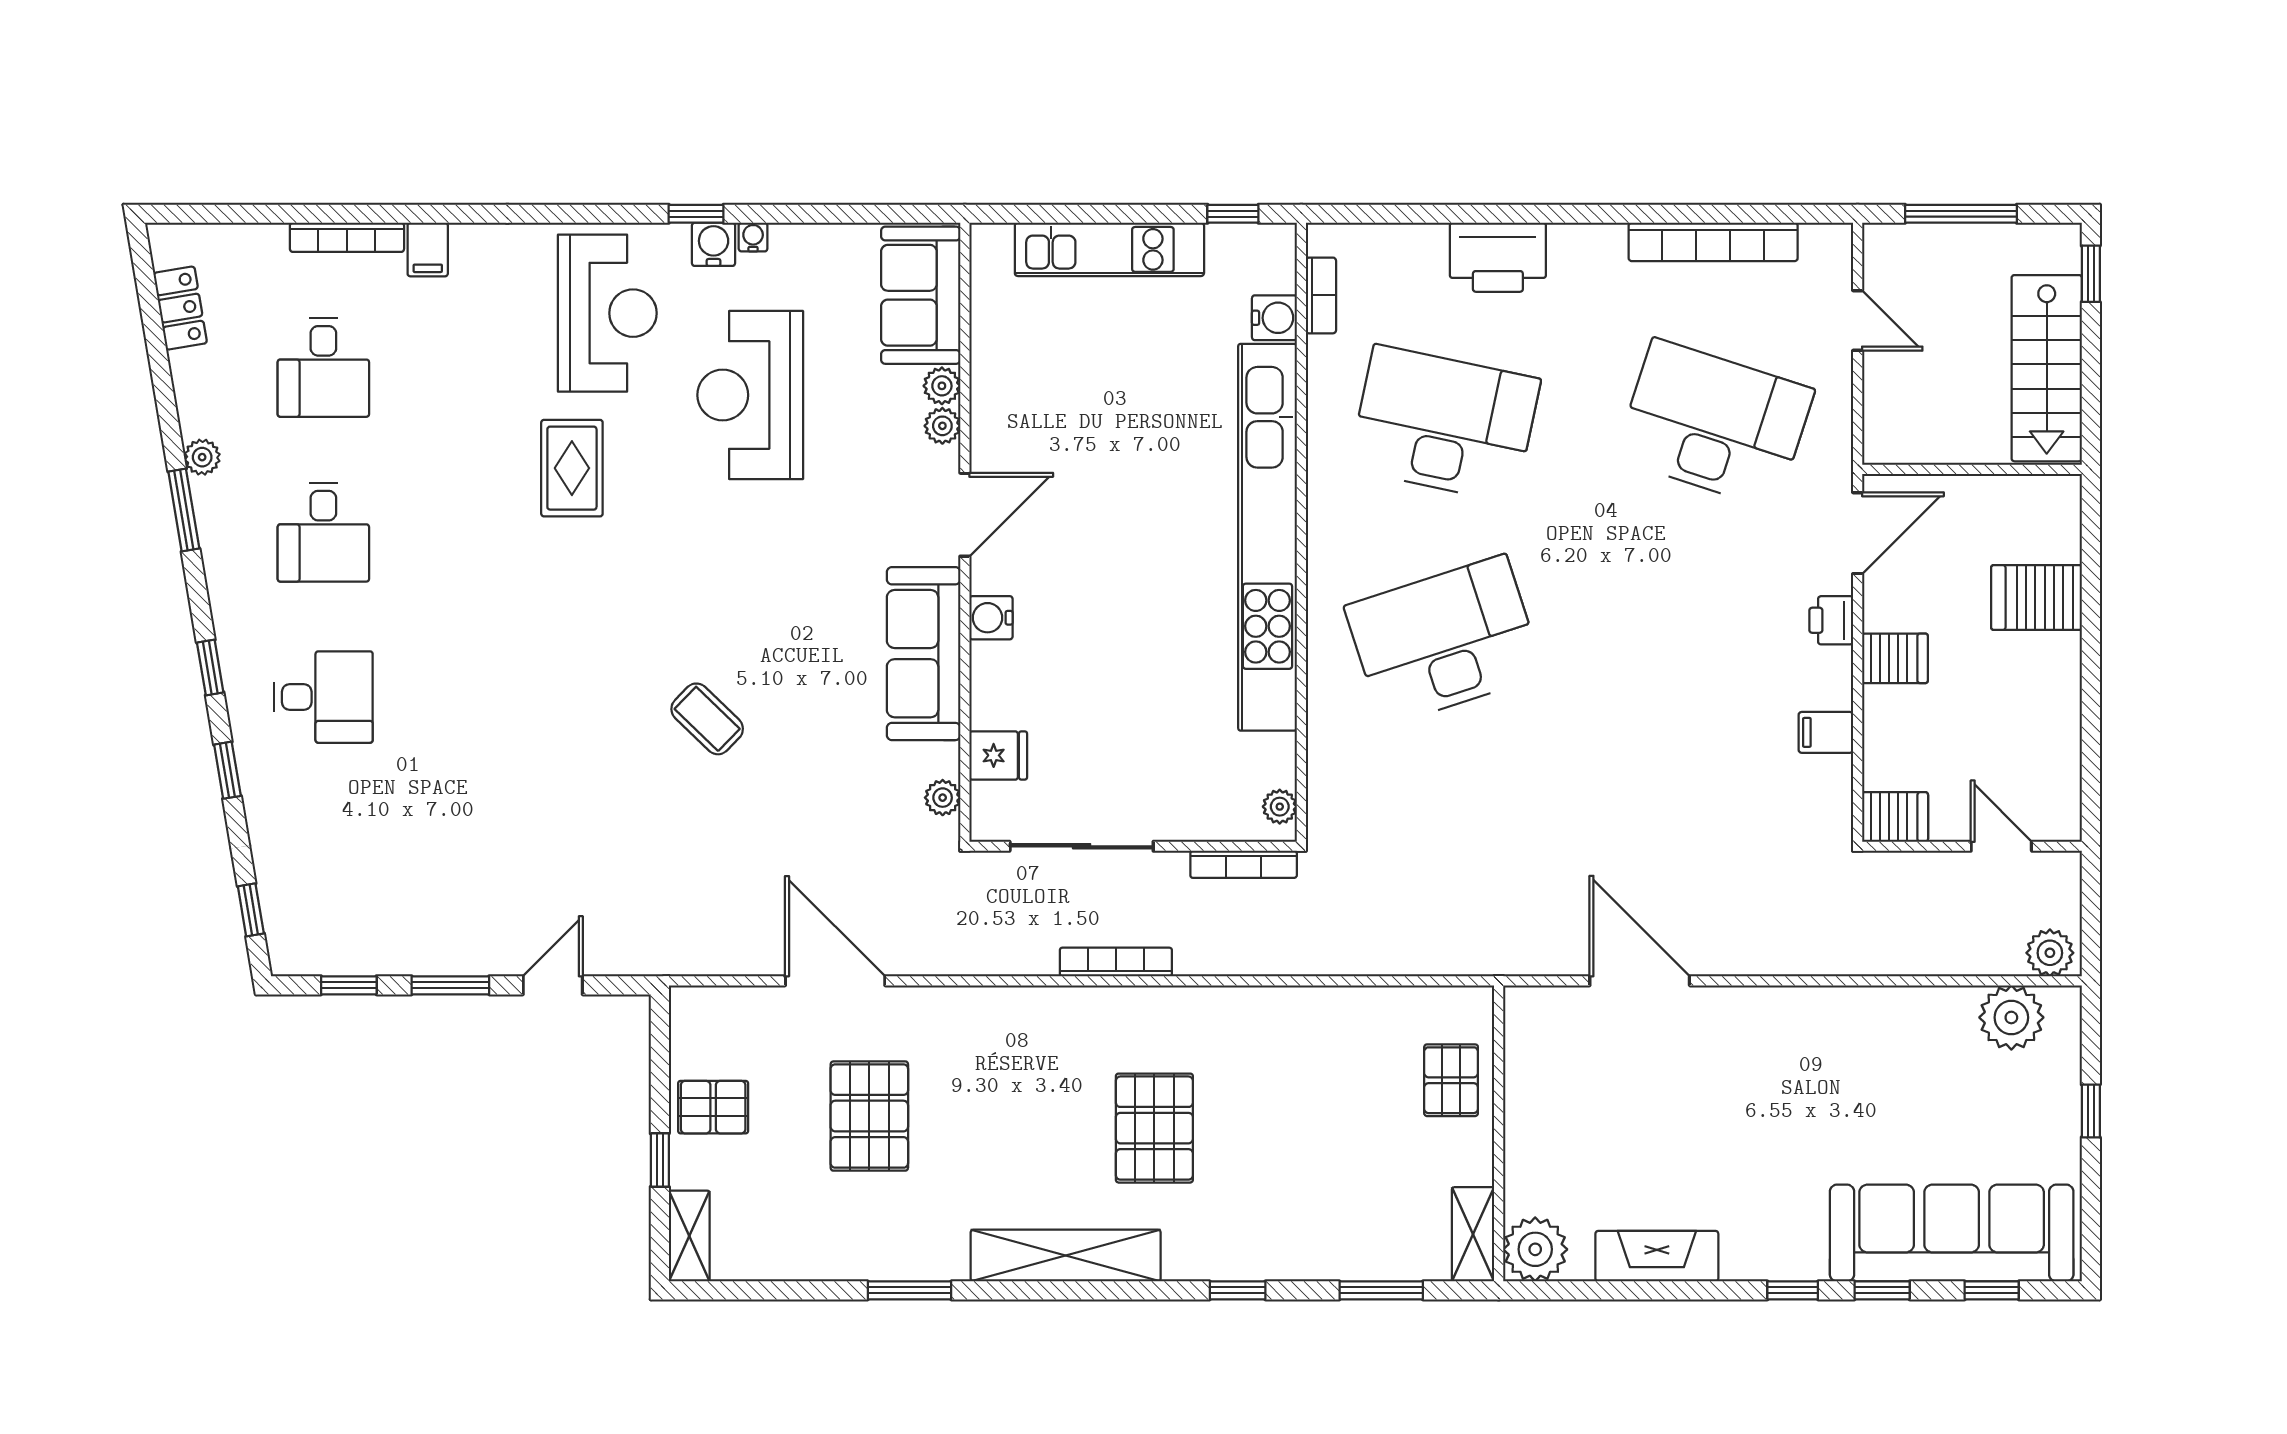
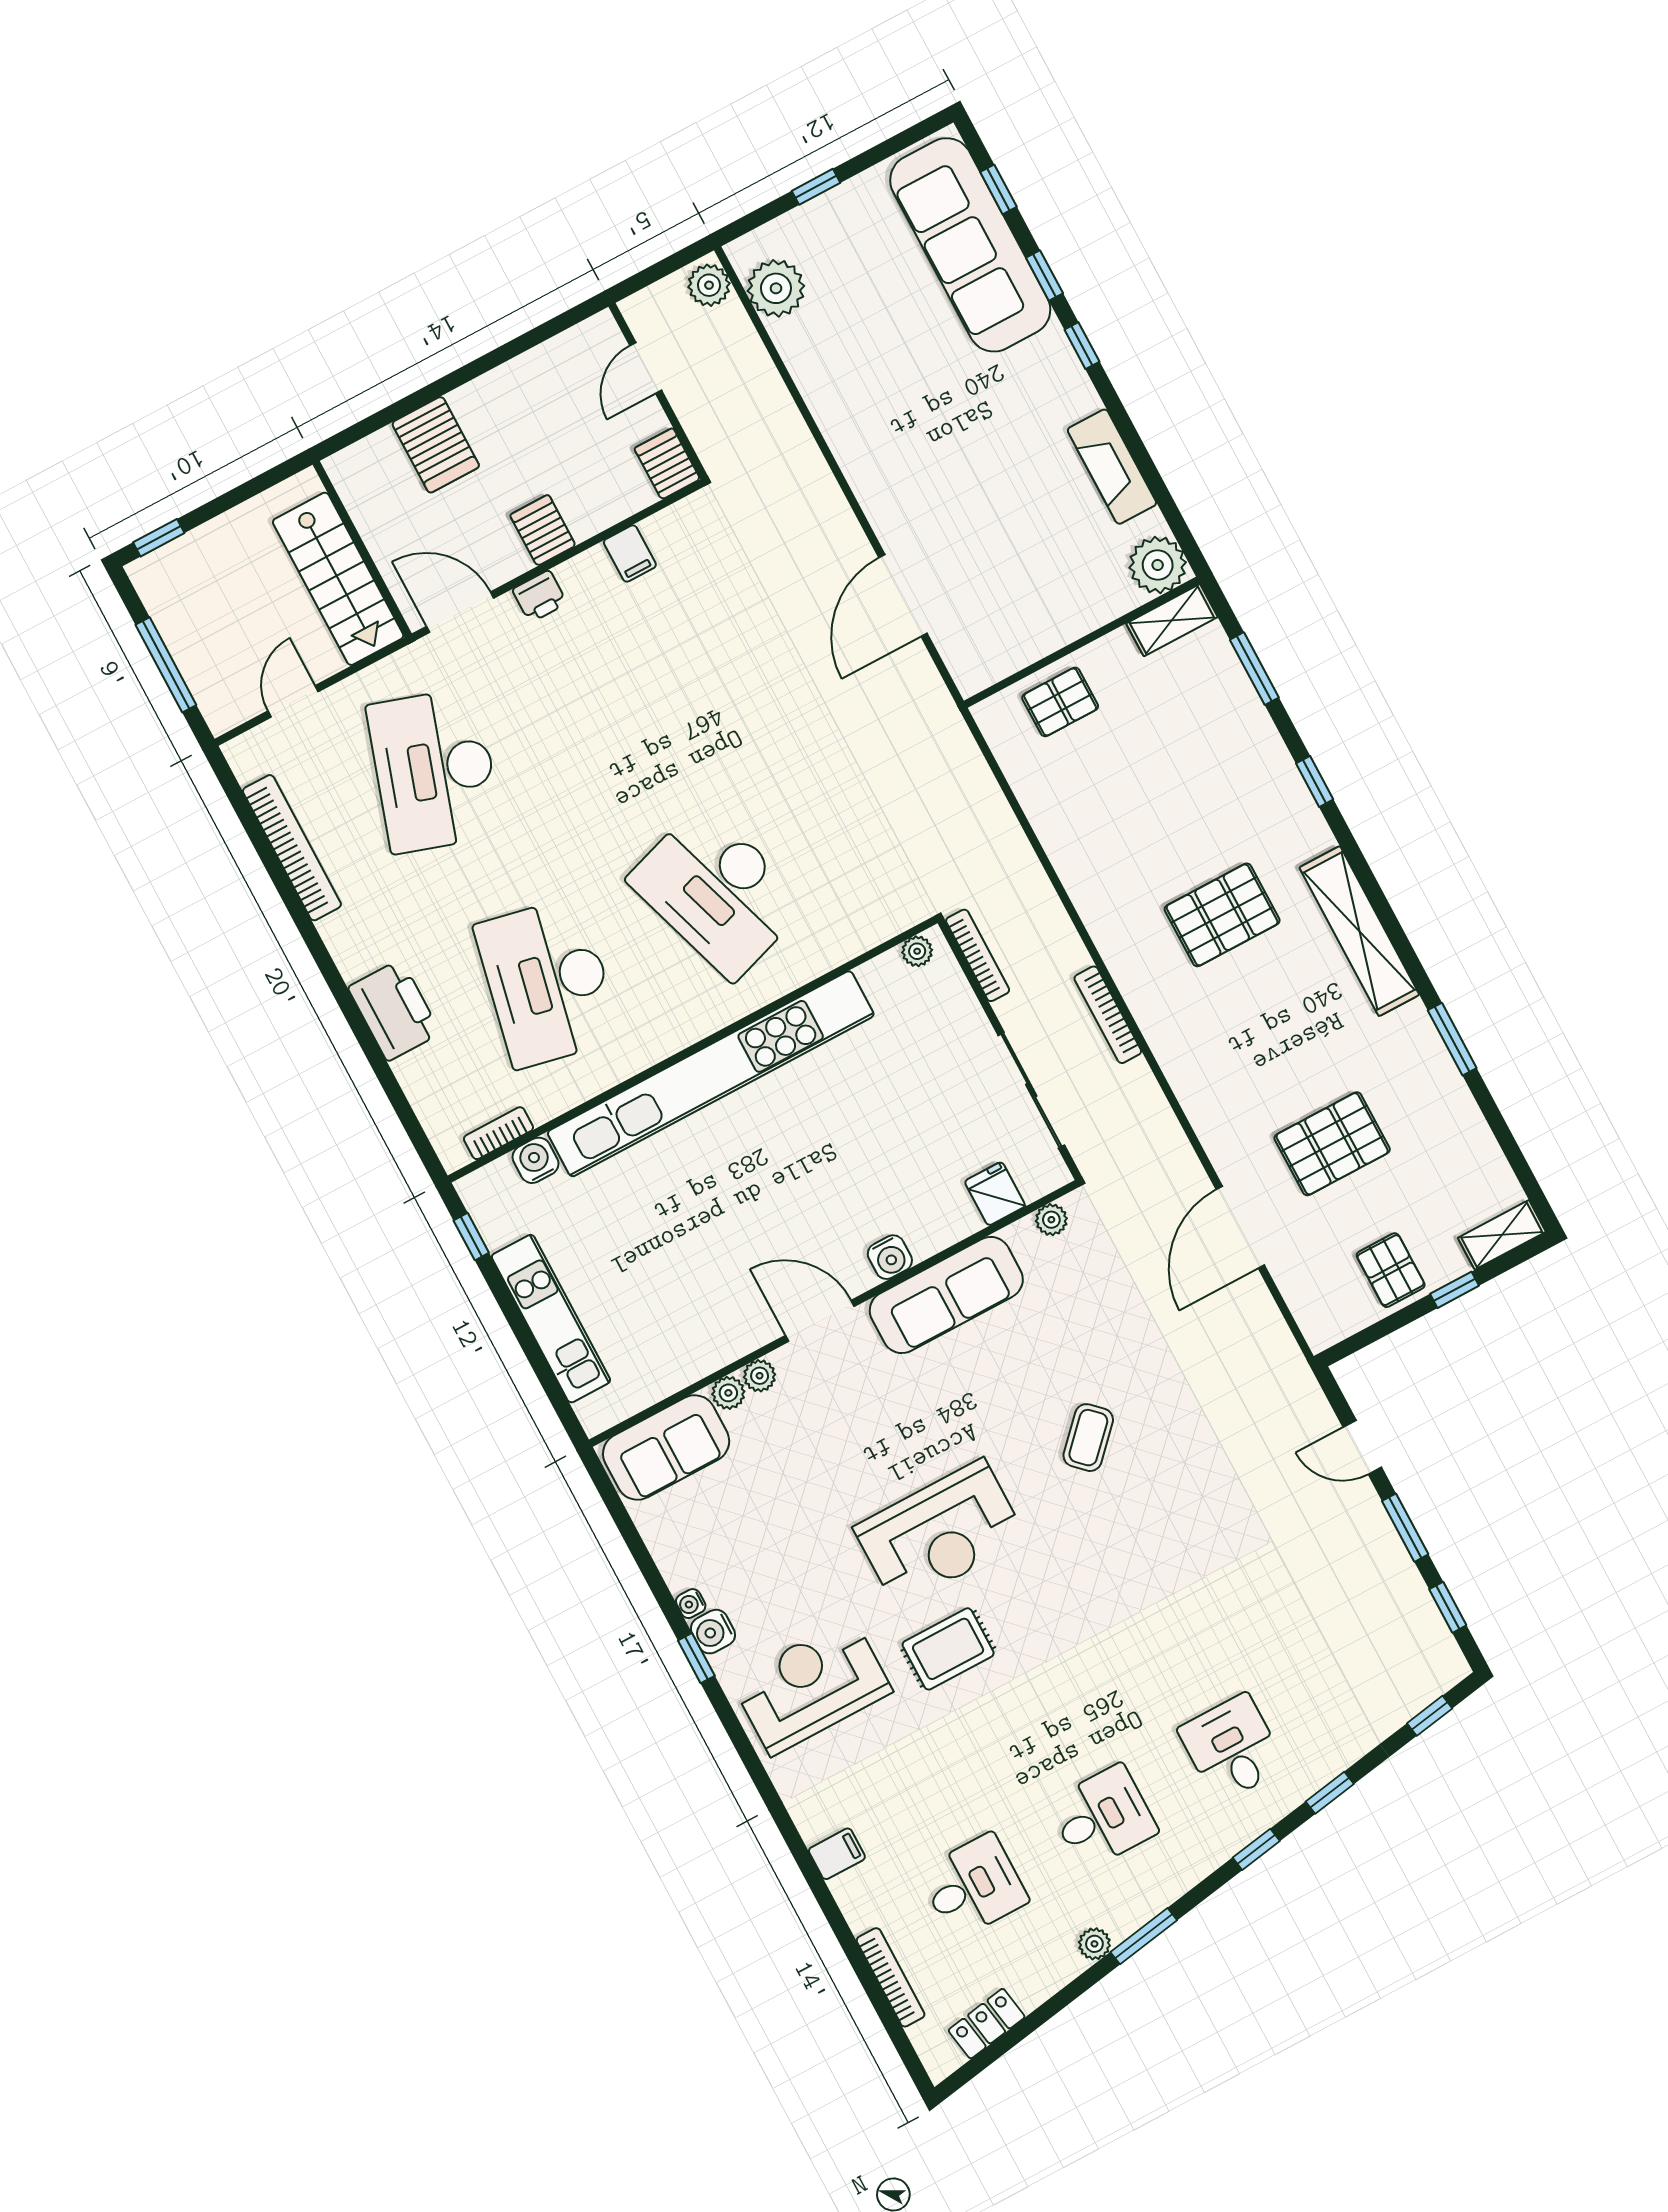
bookcase: (347, 237) -> (891, 1977), moved
stairs: (2047, 368) -> (338, 579), moved, turned 90
reception desk: (750, 395) -> (940, 1533), moved

